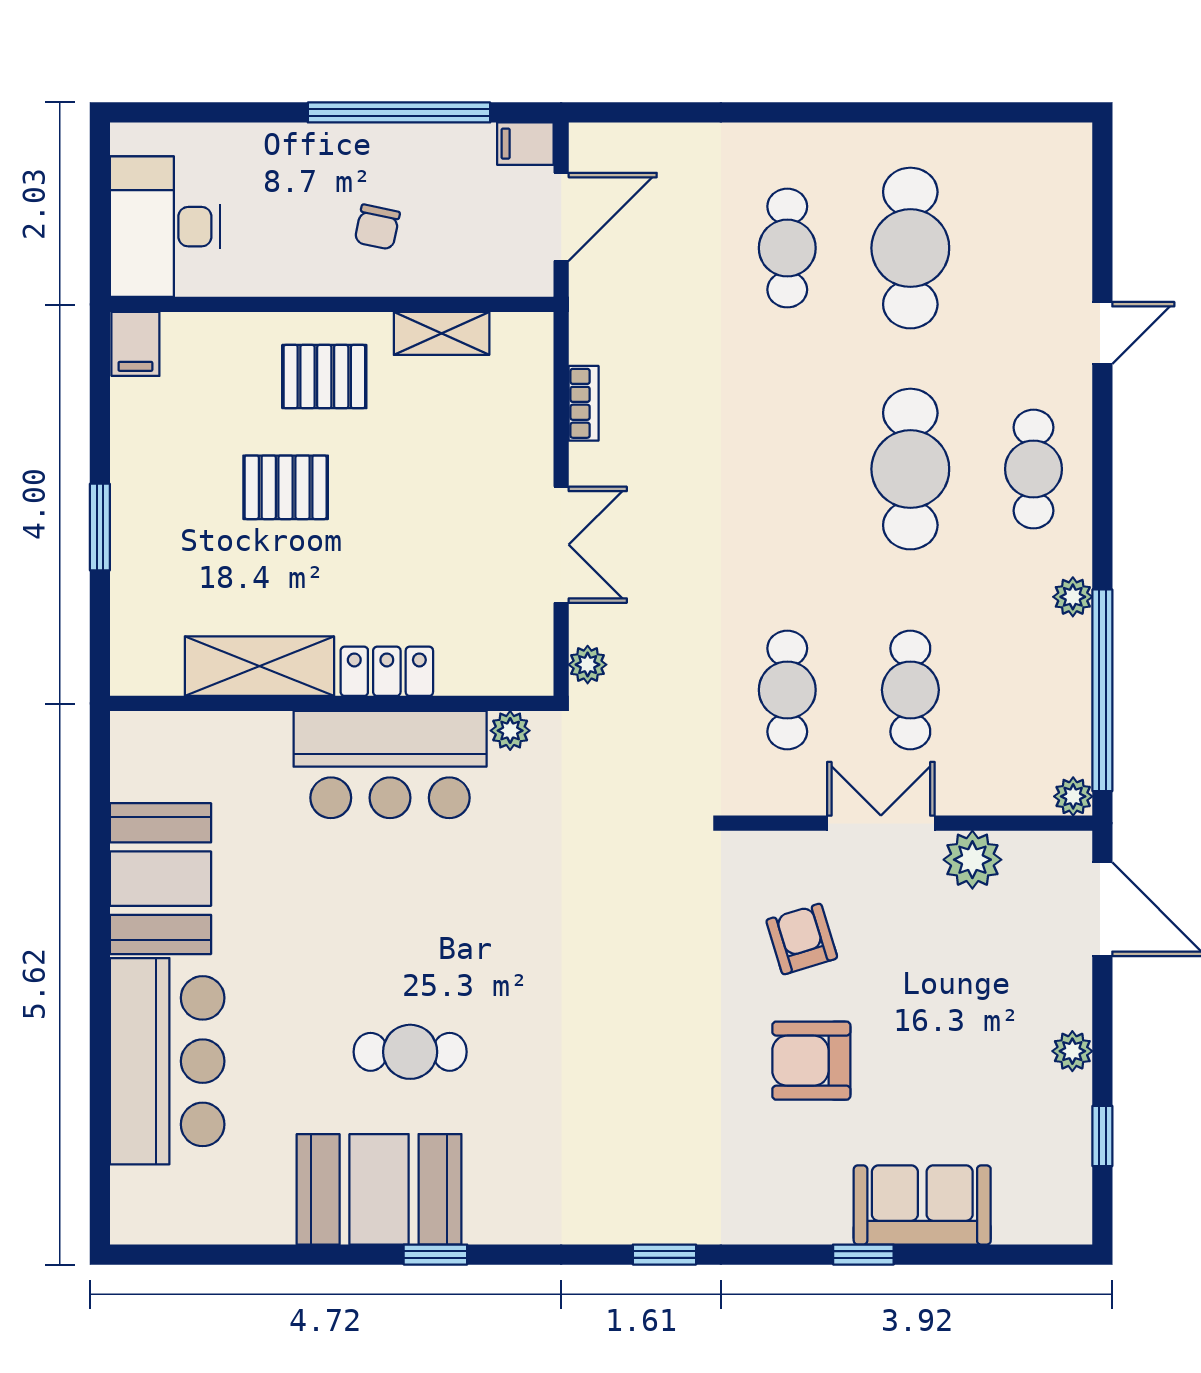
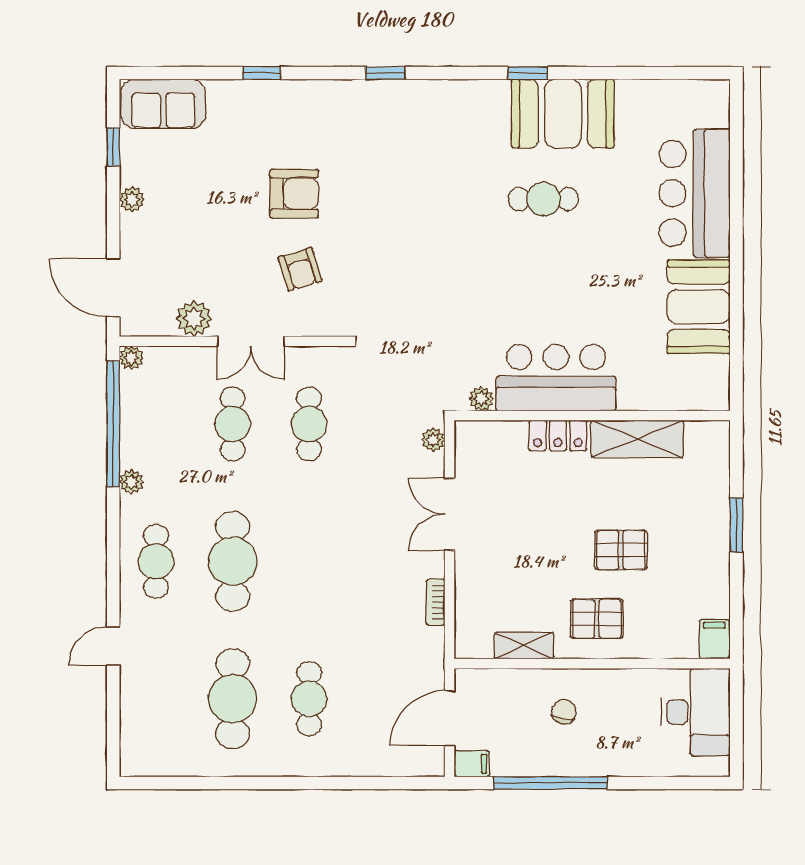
sofa: (922, 1205) -> (163, 104), moved

